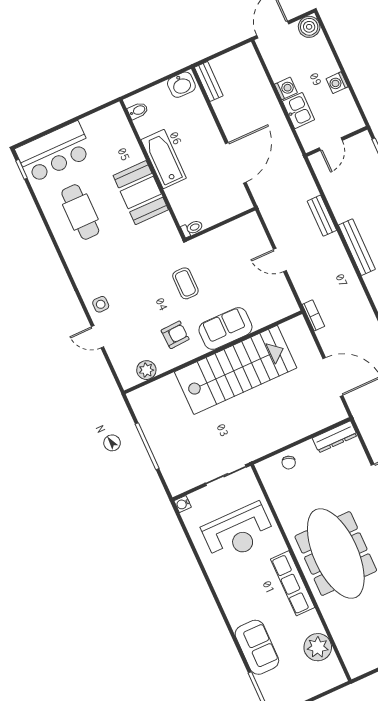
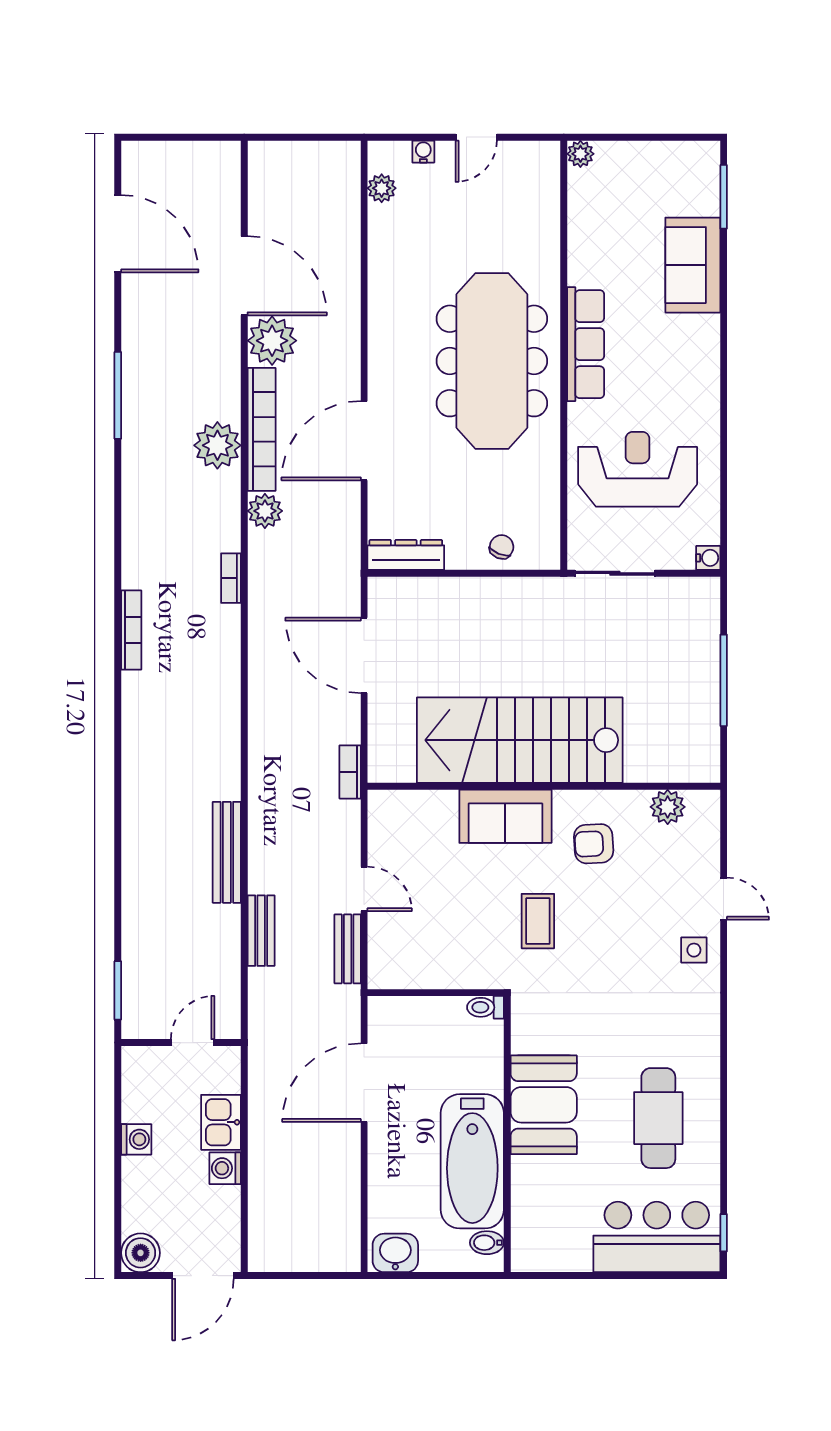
bench: (209, 81) -> (348, 949), moved
bathtub: (164, 159) -> (472, 1161), width x1.36, depth x1.36
plant: (318, 647) -> (580, 154), moved, width x0.53, depth x0.53

